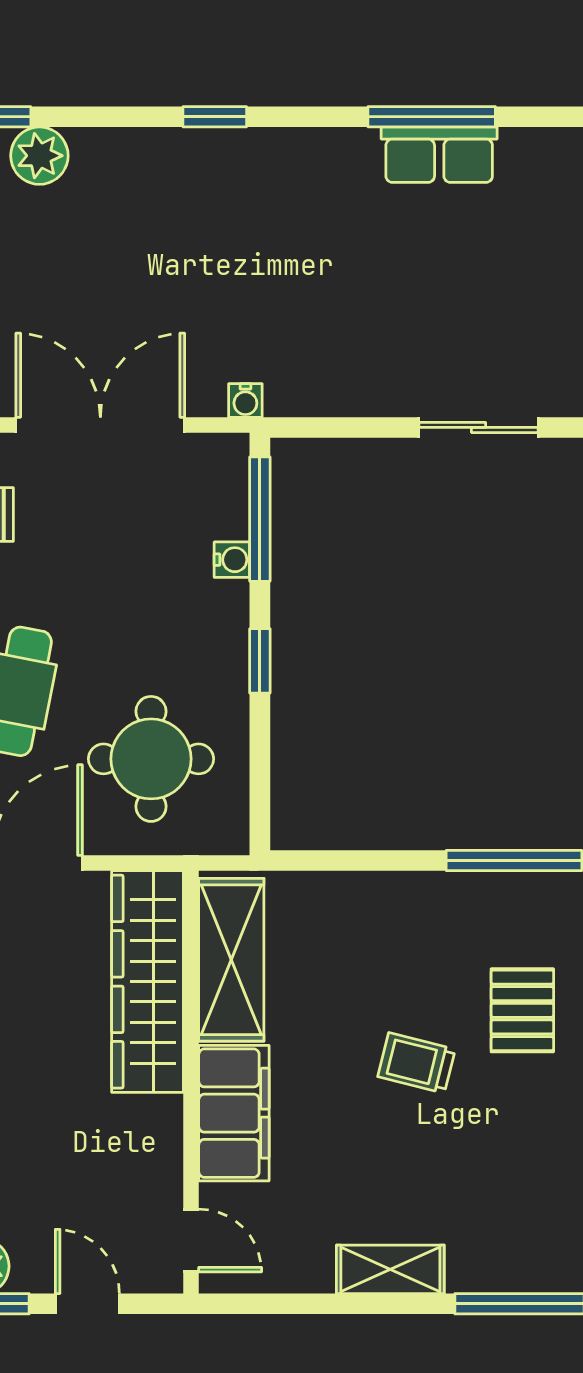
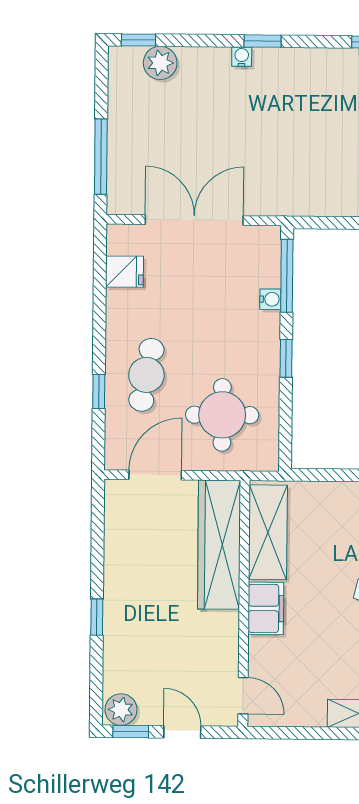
water cooler: (245, 401) -> (242, 57), moved, turned 180
filing cabinet: (234, 1113) -> (266, 608), width x0.67, depth x0.86

